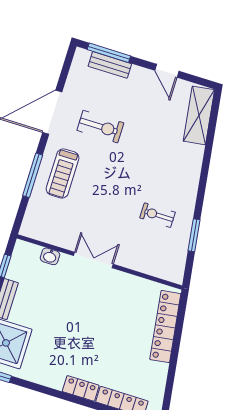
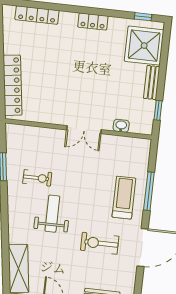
weight bench: (148, 171) -> (52, 214), added
locker: (81, 388) -> (93, 22), moved

